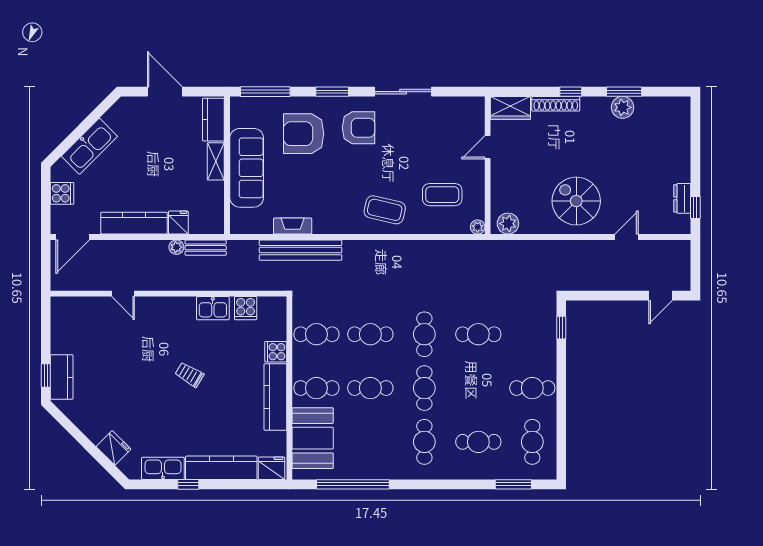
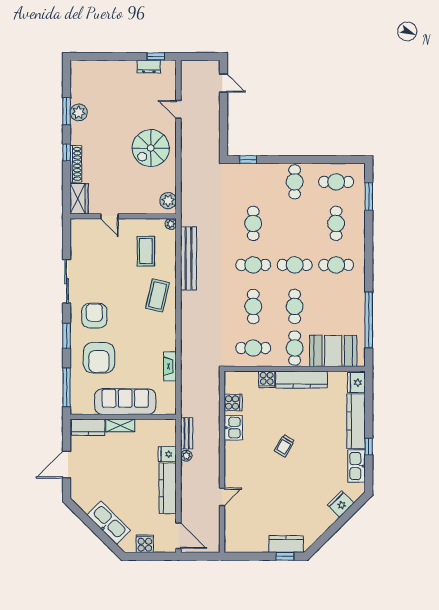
bench: (301, 250) -> (188, 258), moved
cafe table: (316, 334) -> (253, 348), turned 90

